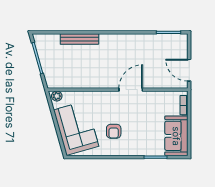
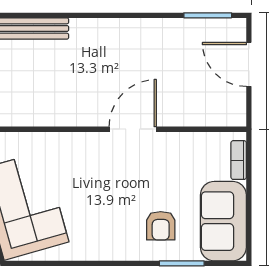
door: (189, 70) -> (249, 64), moved
armchair: (114, 131) -> (161, 226), moved

